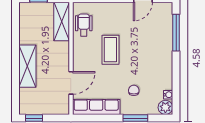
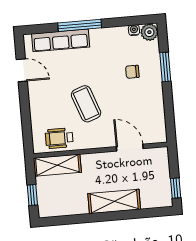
window: (176, 33) -> (80, 25), moved
coffee table: (110, 50) -> (86, 104), turned 70
row of seats: (96, 107) -> (61, 40), moved, turned -90

